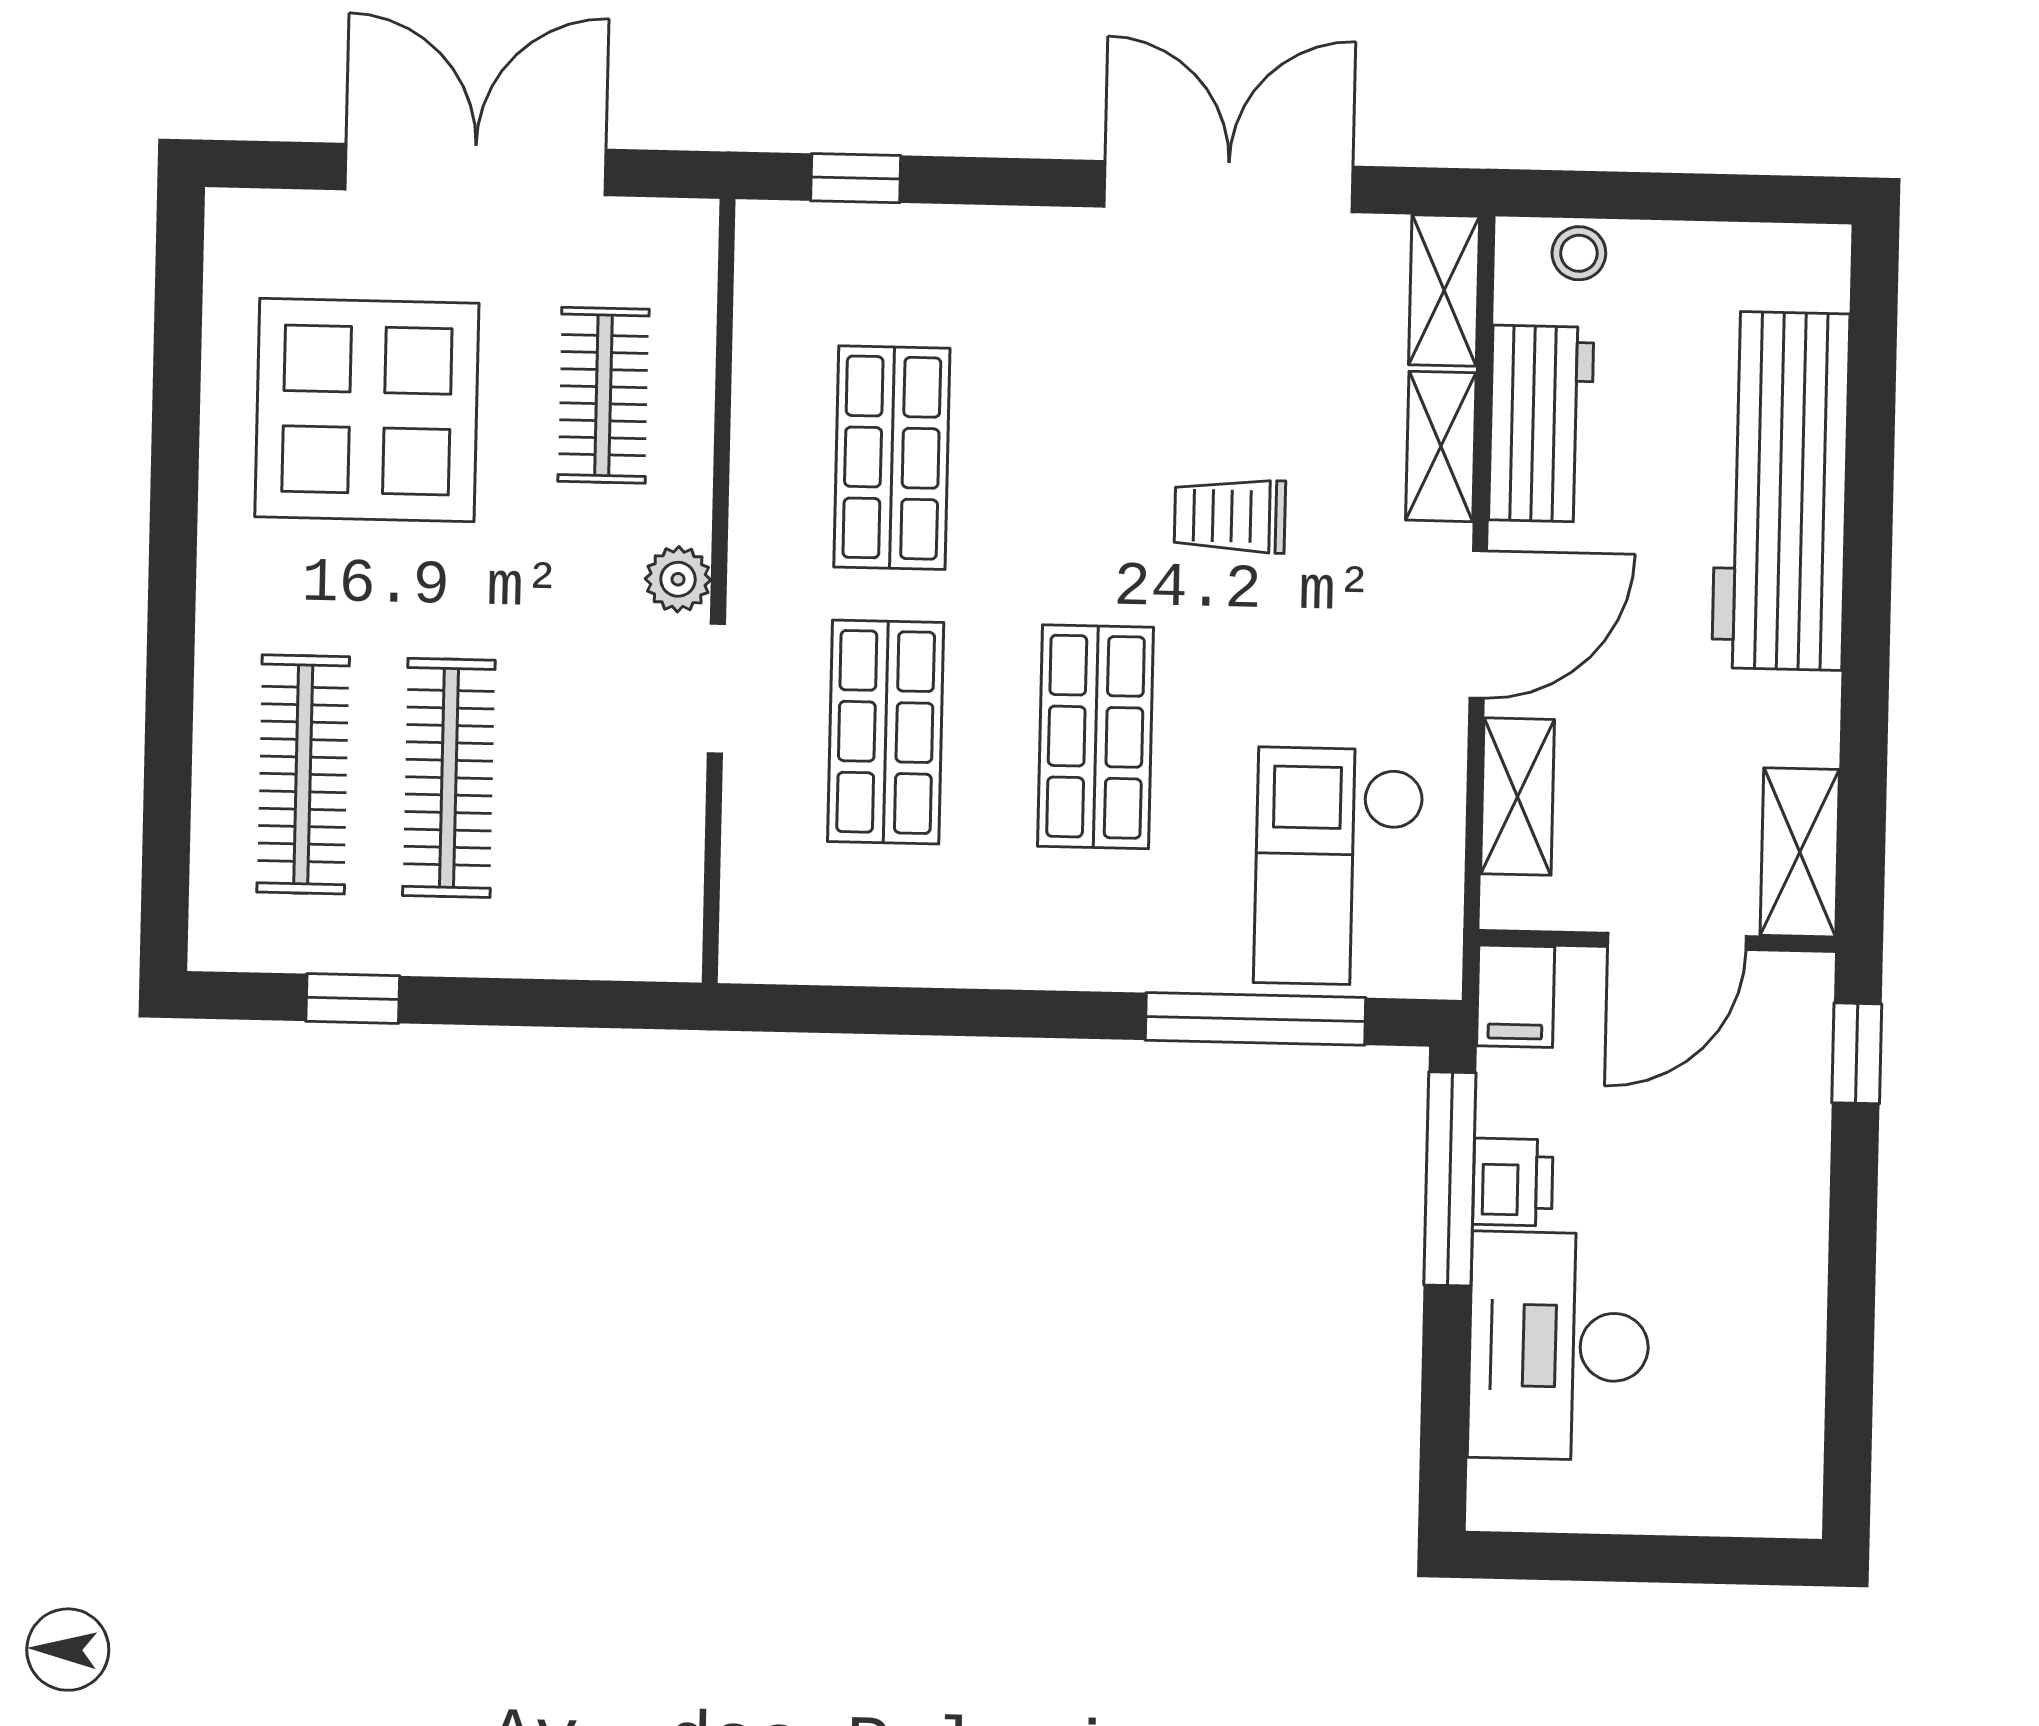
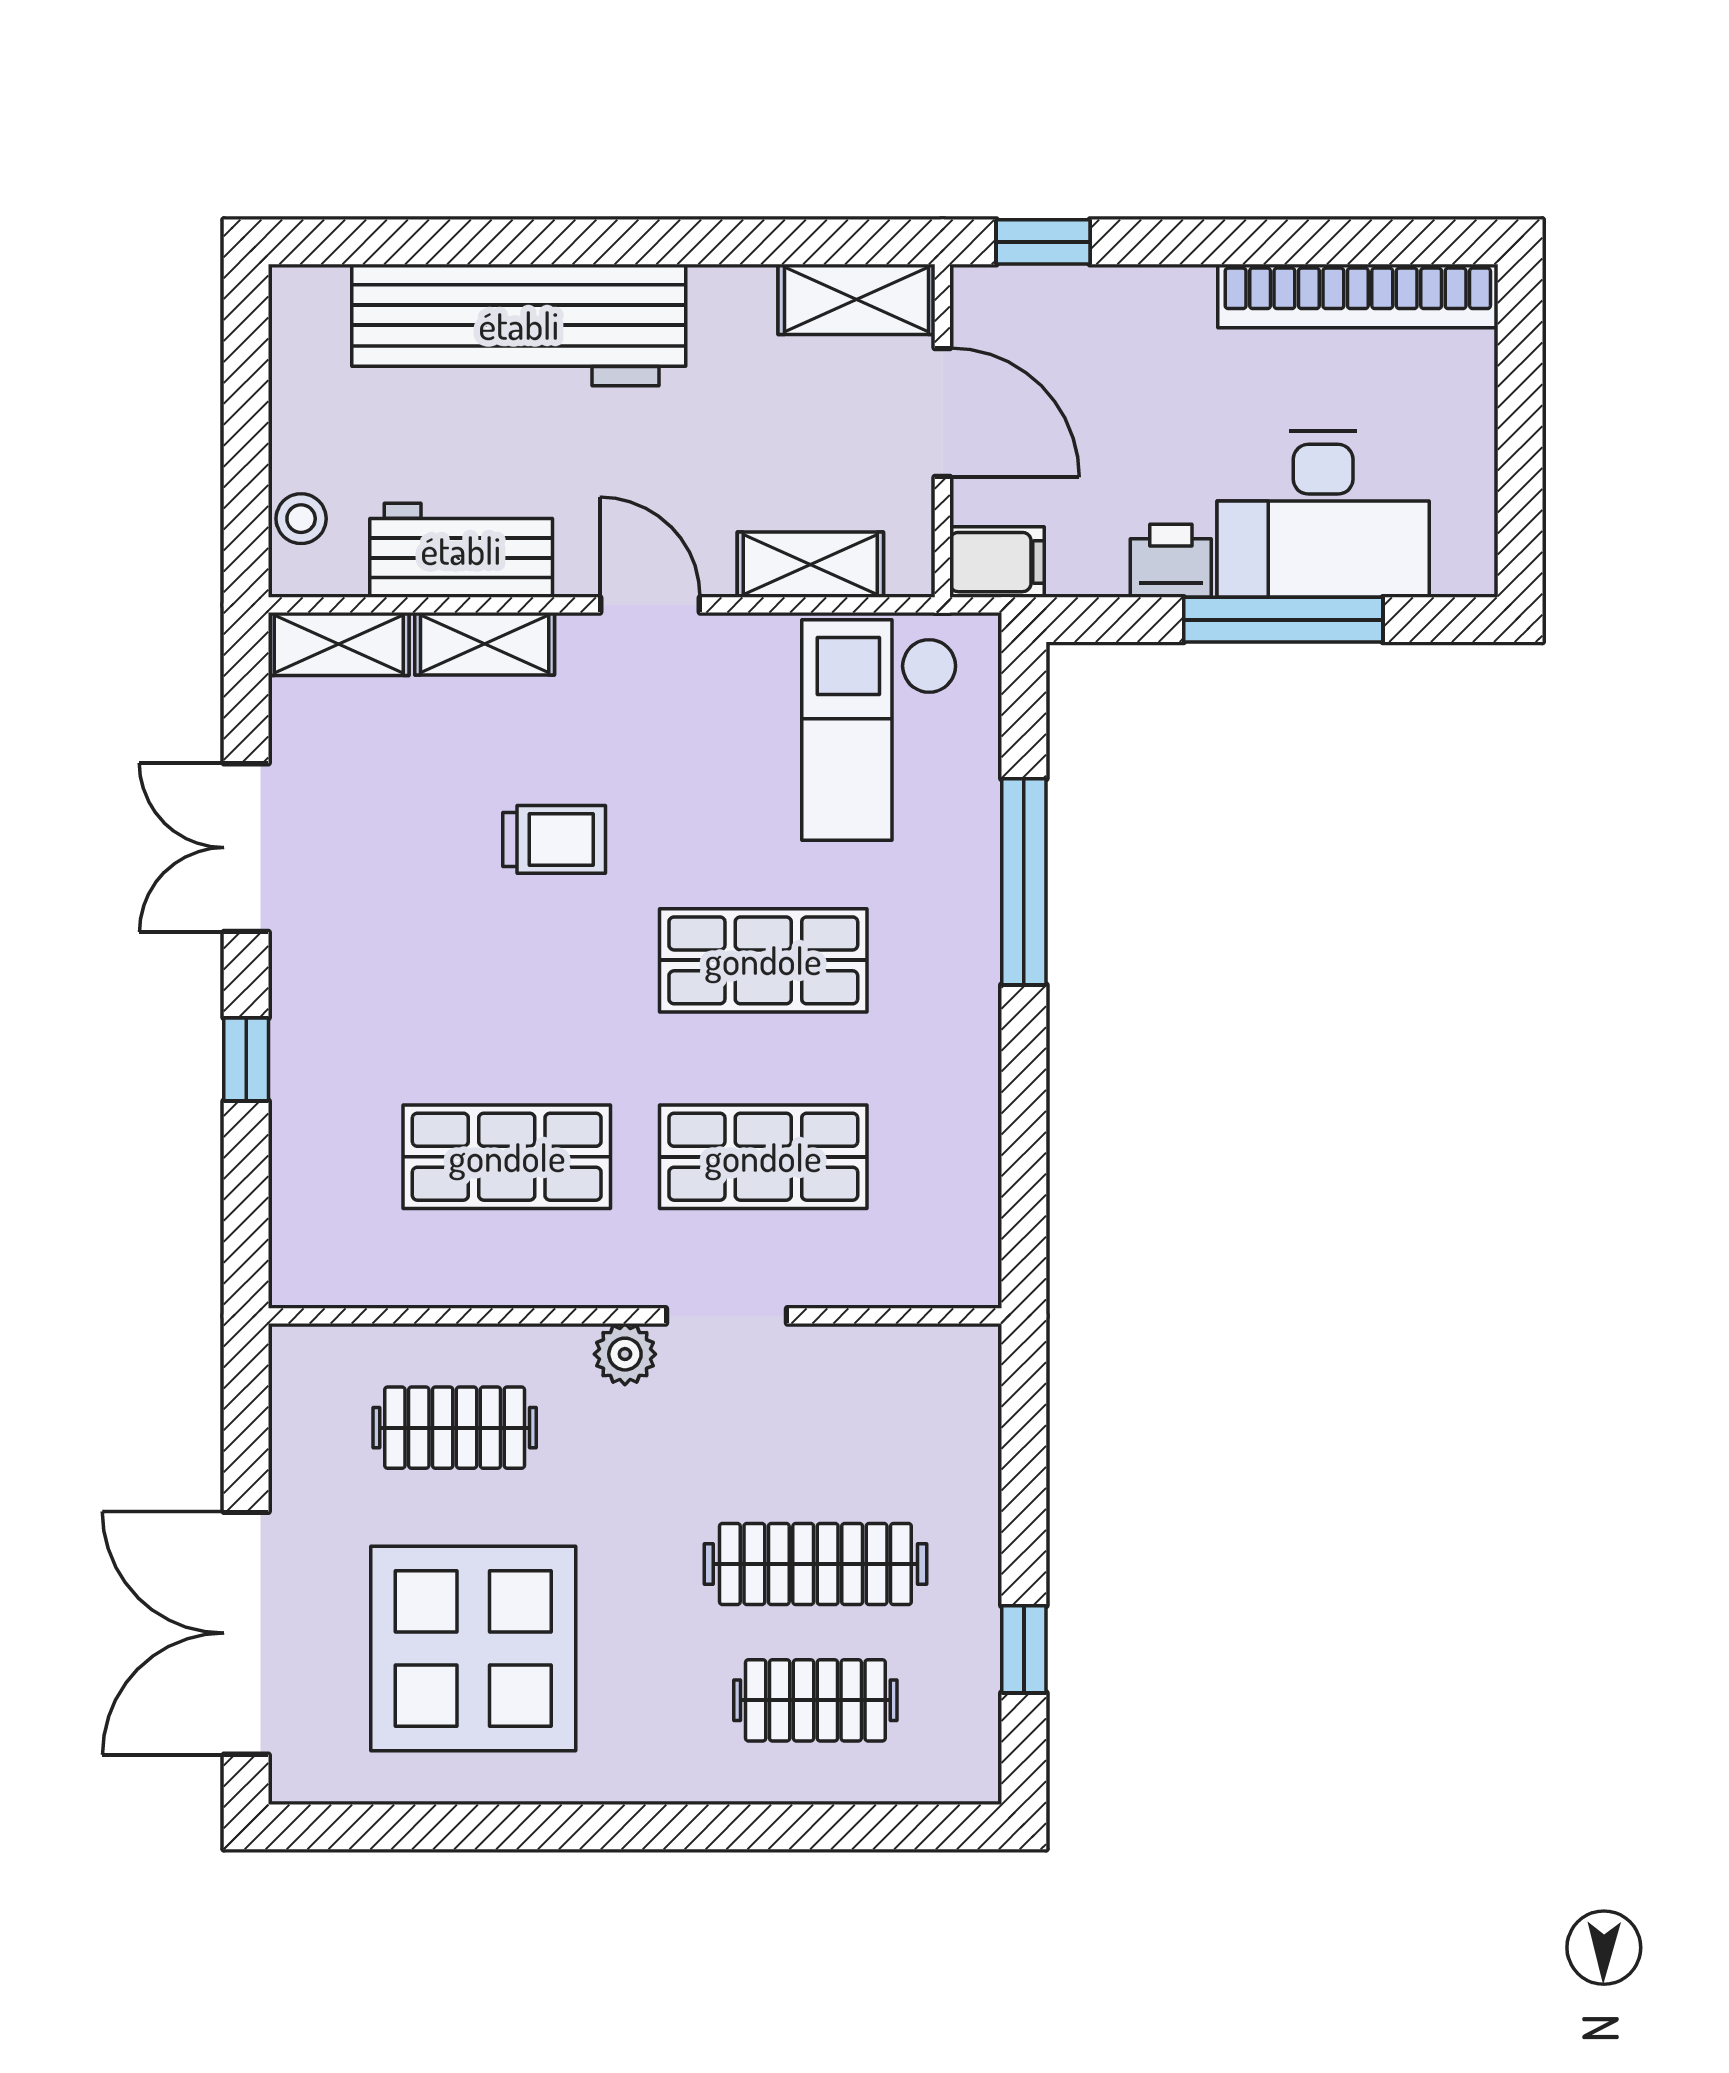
double door: (476, 170) -> (246, 1633), moved
window: (856, 178) -> (246, 1059), moved
double door: (1229, 187) -> (246, 848), width x0.73
trolley: (1230, 516) -> (554, 839), turned -90
door: (1478, 624) -> (650, 605), width x0.73
clothes rail: (303, 774) -> (815, 1700), width x0.73
checkout: (1339, 866) -> (879, 730), turned 90
window: (1256, 1019) -> (1024, 882), moved
window: (1450, 1179) -> (1283, 620), moved
bookcase: (1791, 1388) -> (1358, 296), added

